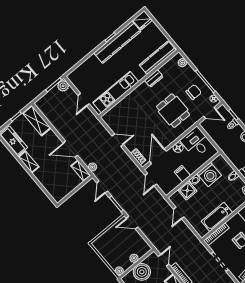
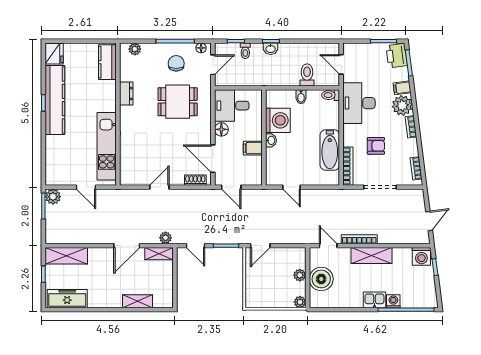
kitchen counter: (158, 58) -> (107, 62), width x0.67
shelving: (29, 162) -> (138, 301), moved
shower: (187, 190) -> (275, 158), removed

